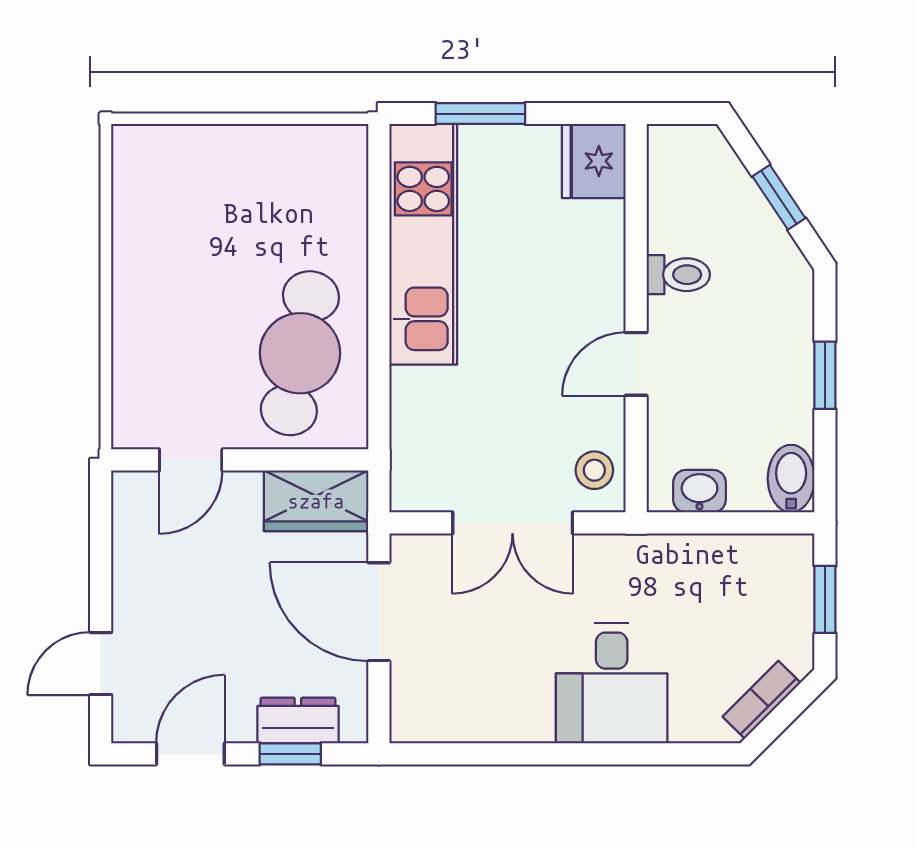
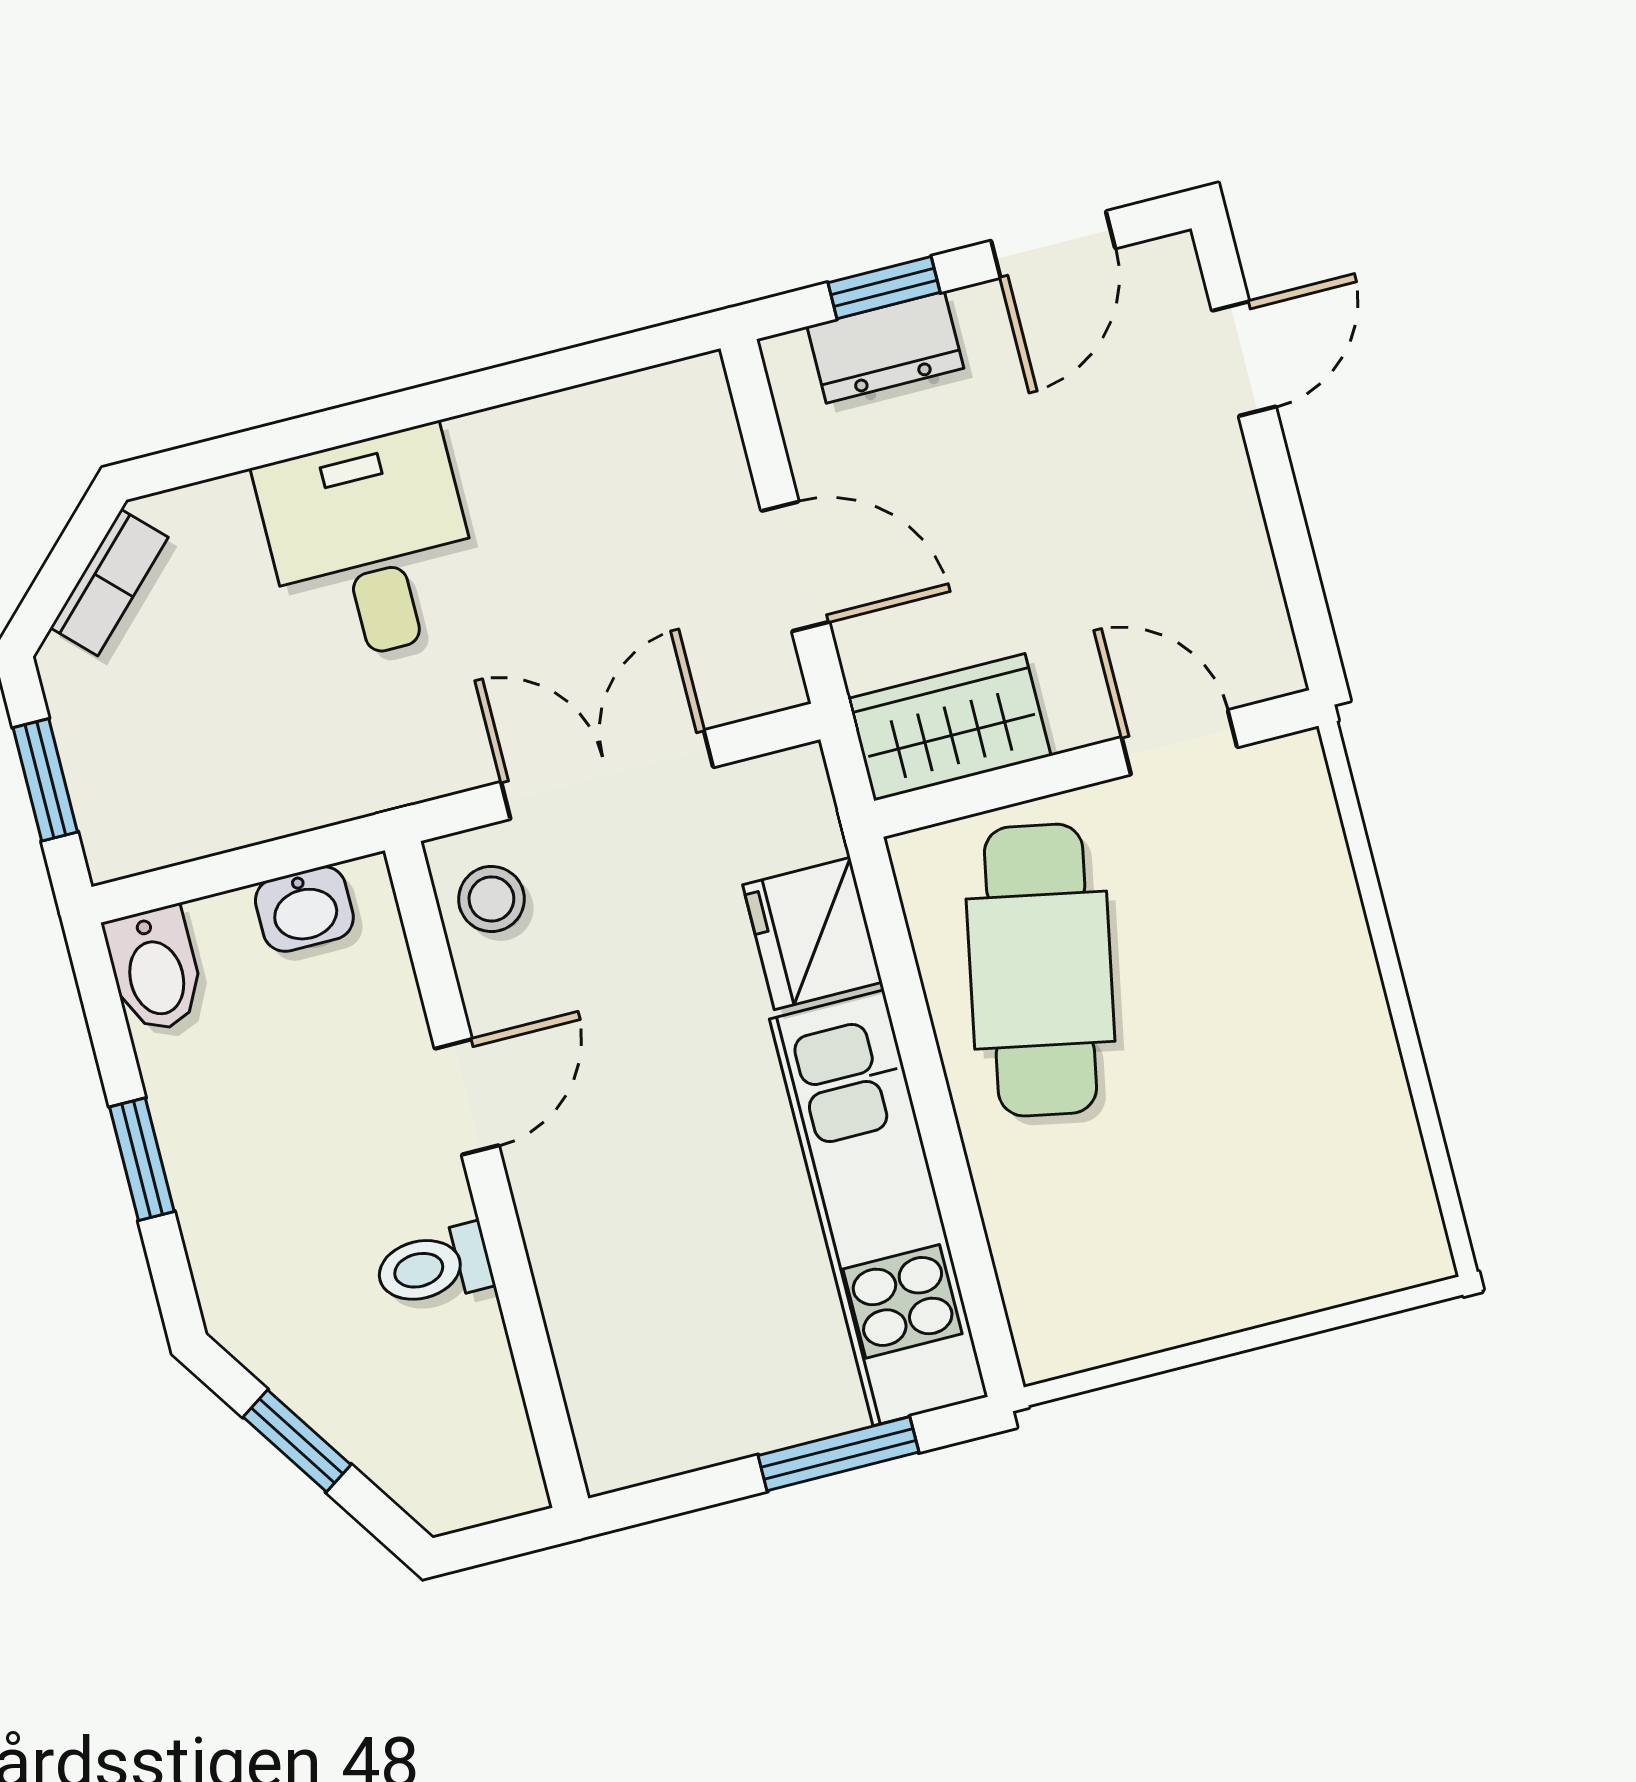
fridge: (594, 161) -> (812, 933), moved, turned 180
door: (191, 460) -> (1179, 742), hinge flipped
door: (379, 612) -> (795, 566), width x0.73

